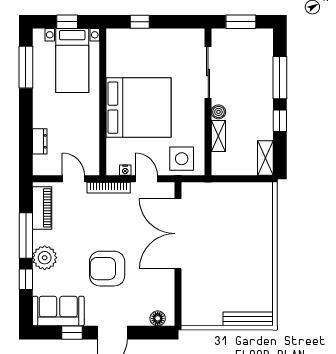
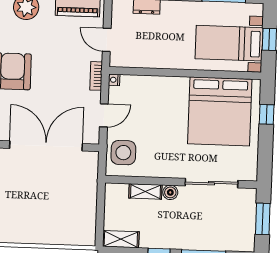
bed: (139, 108) -> (220, 111), moved
nightstand: (125, 170) -> (114, 80), moved
door: (73, 179) -> (107, 40), swing flipped
bookcase: (109, 188) -> (96, 76), width x0.64

